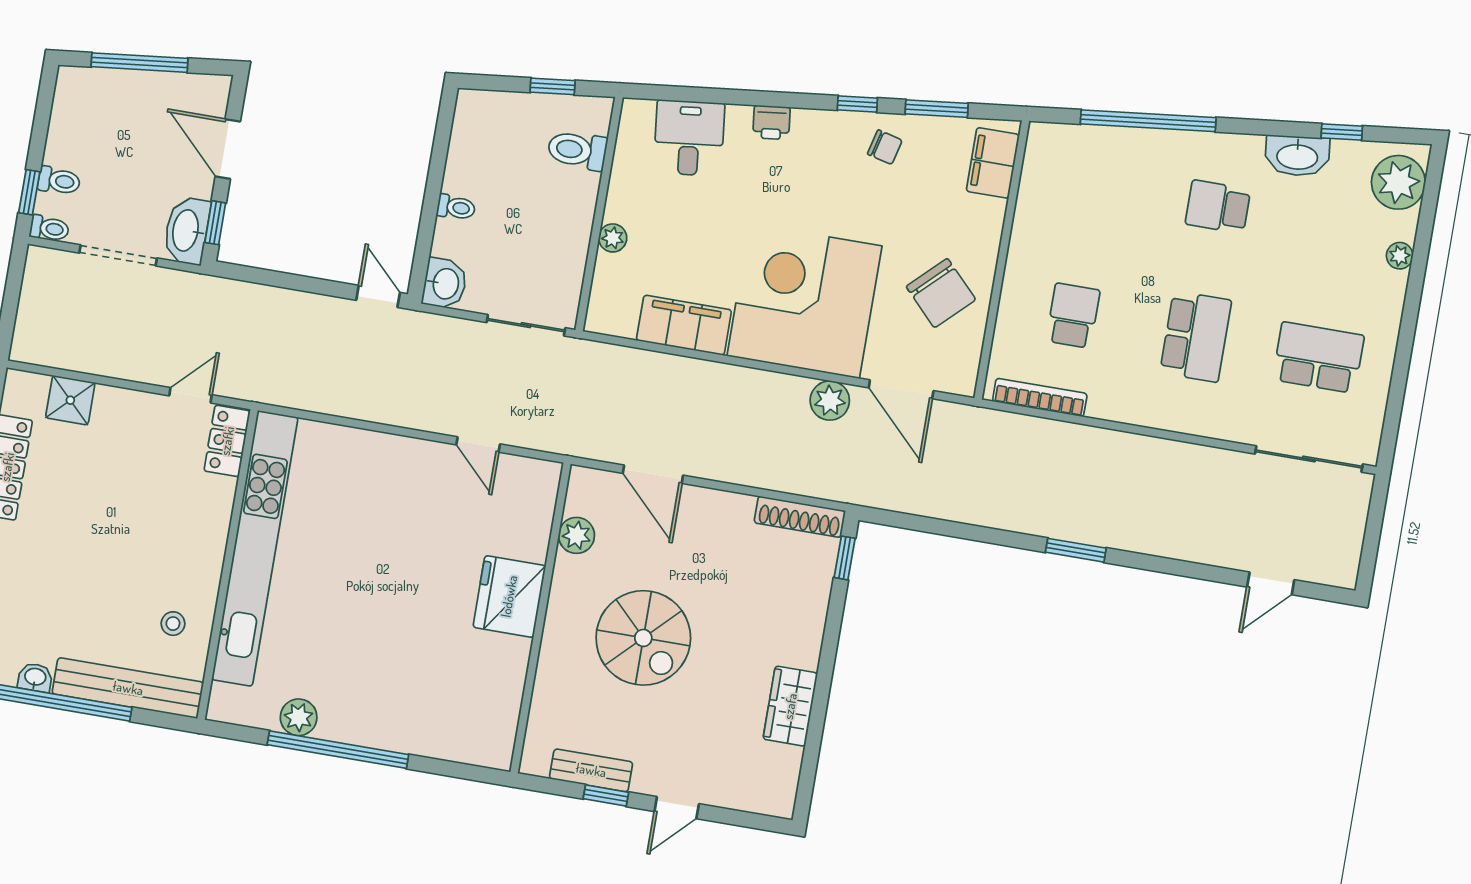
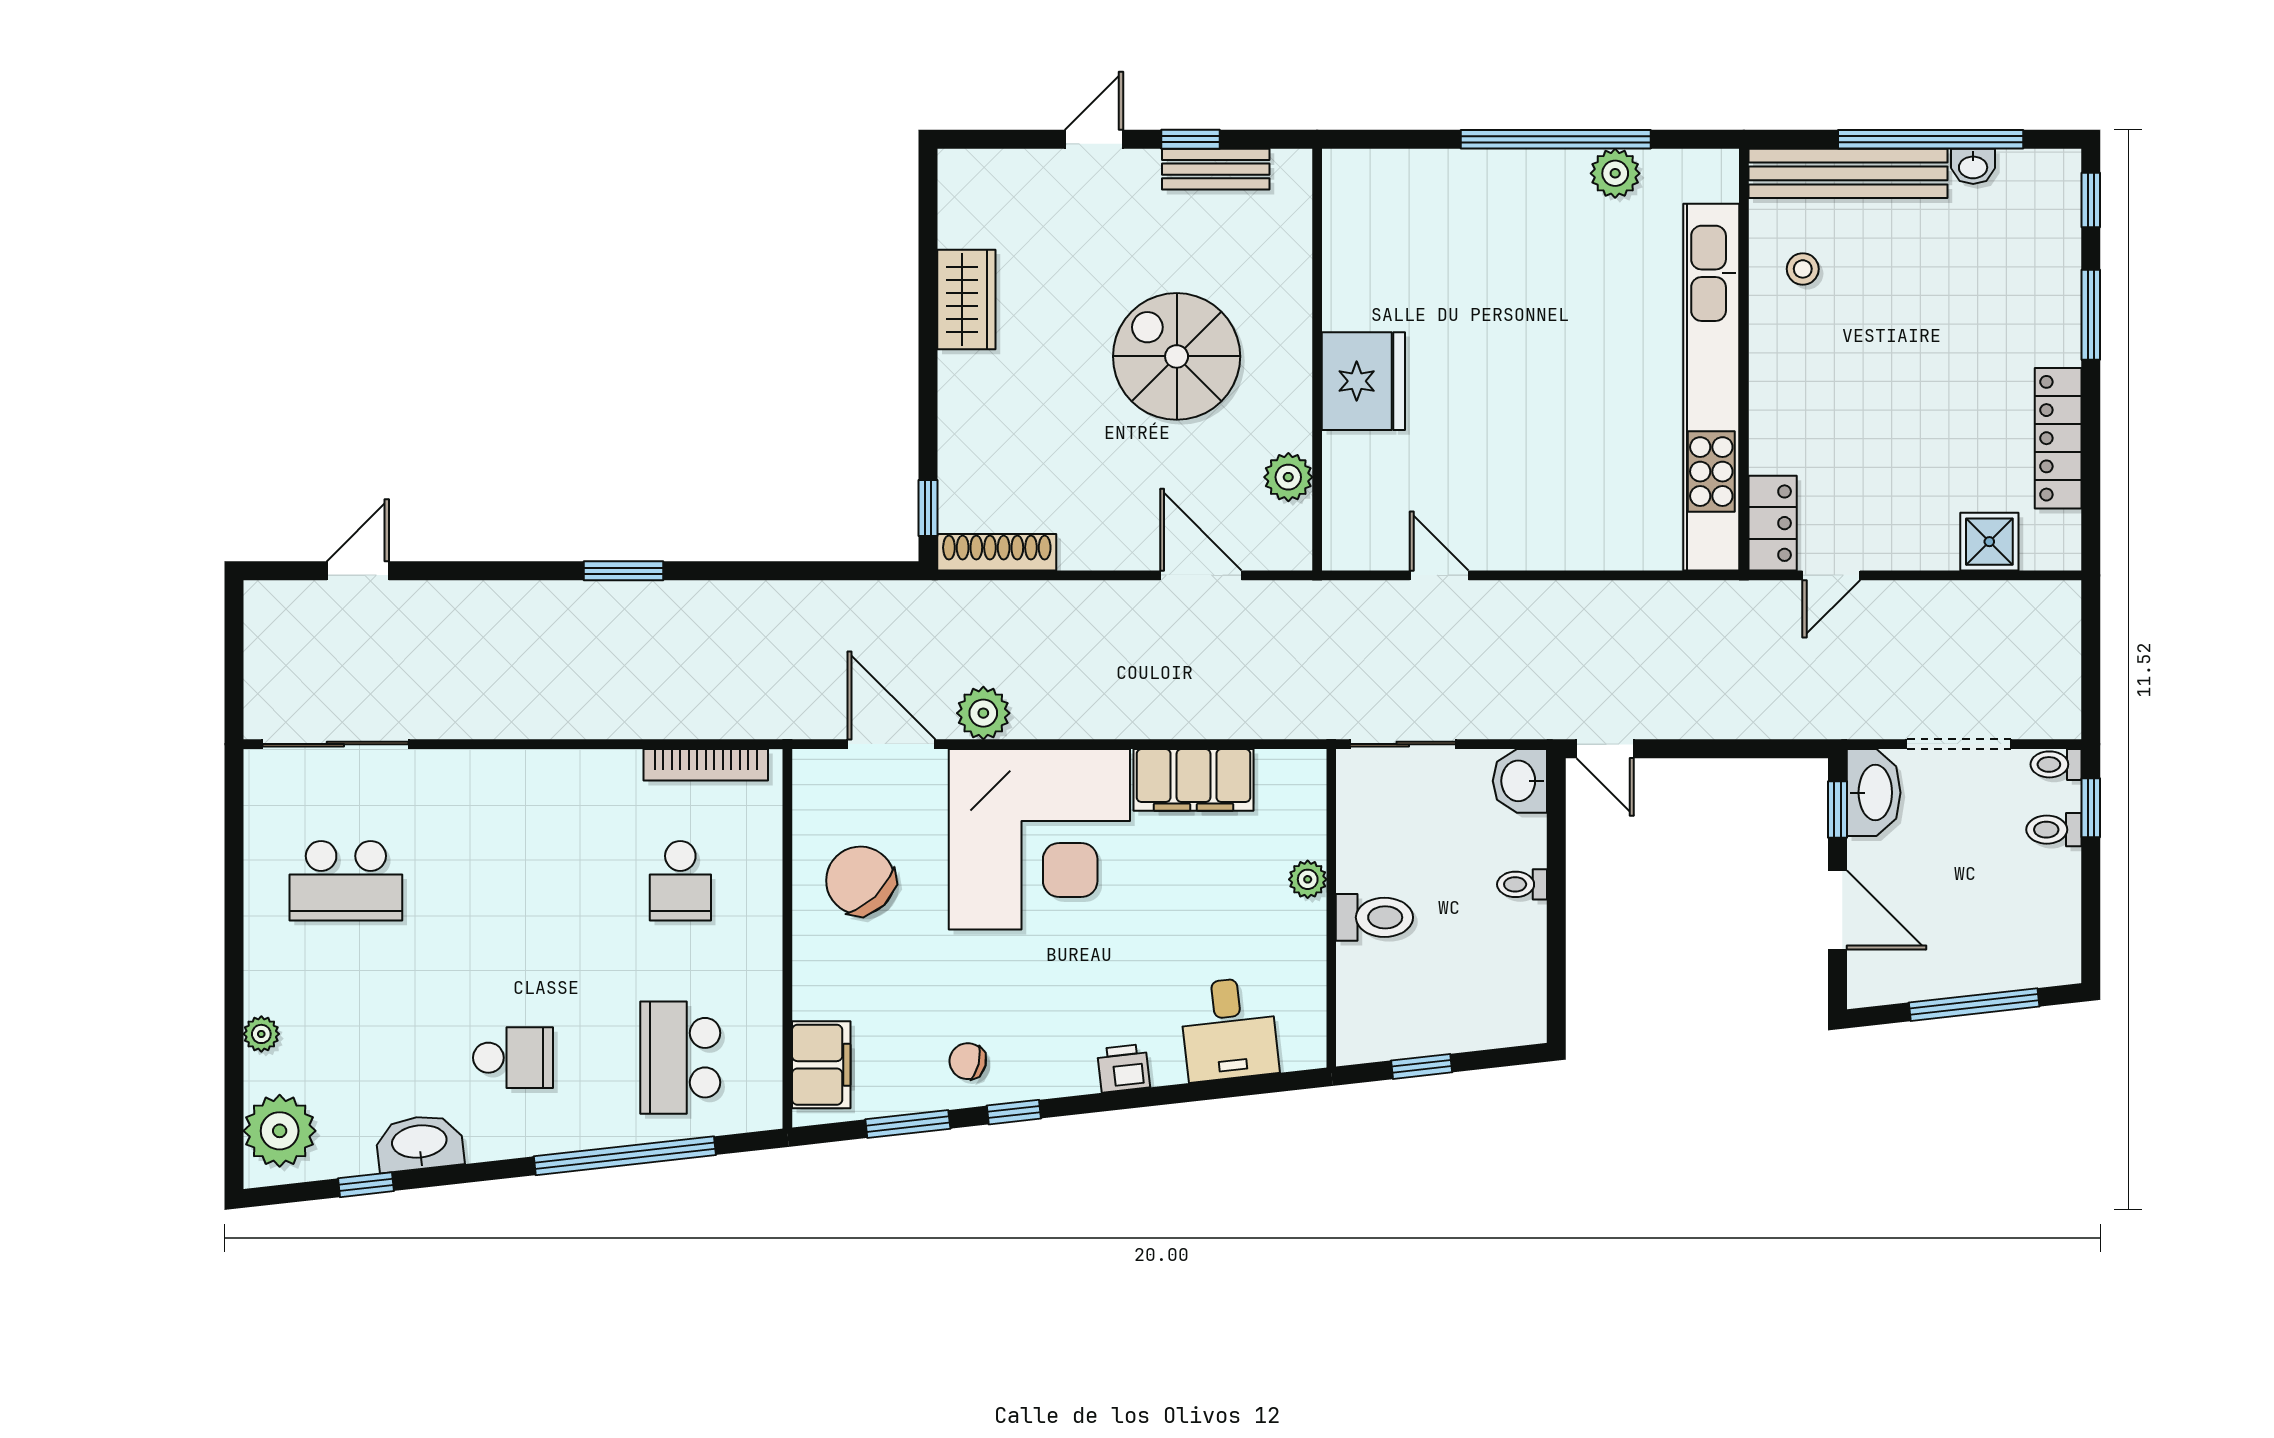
toilet: (577, 150) -> (1374, 917), moved
school desk: (1196, 337) -> (680, 1058), moved

